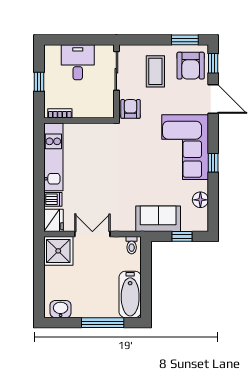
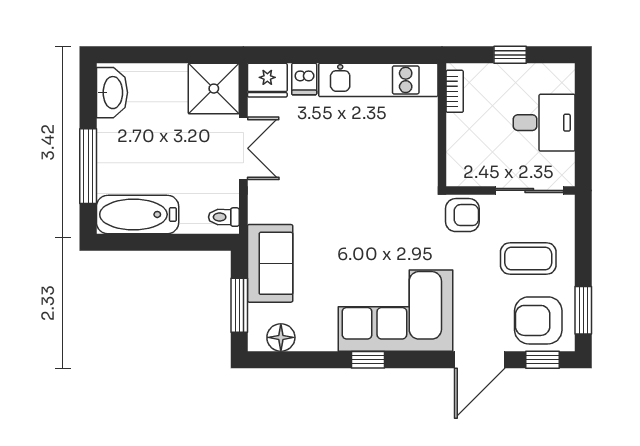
floor lamp: (200, 200) -> (281, 337), moved
window: (182, 236) -> (239, 305), width x1.50
washbasin: (61, 309) -> (112, 93), width x1.38

